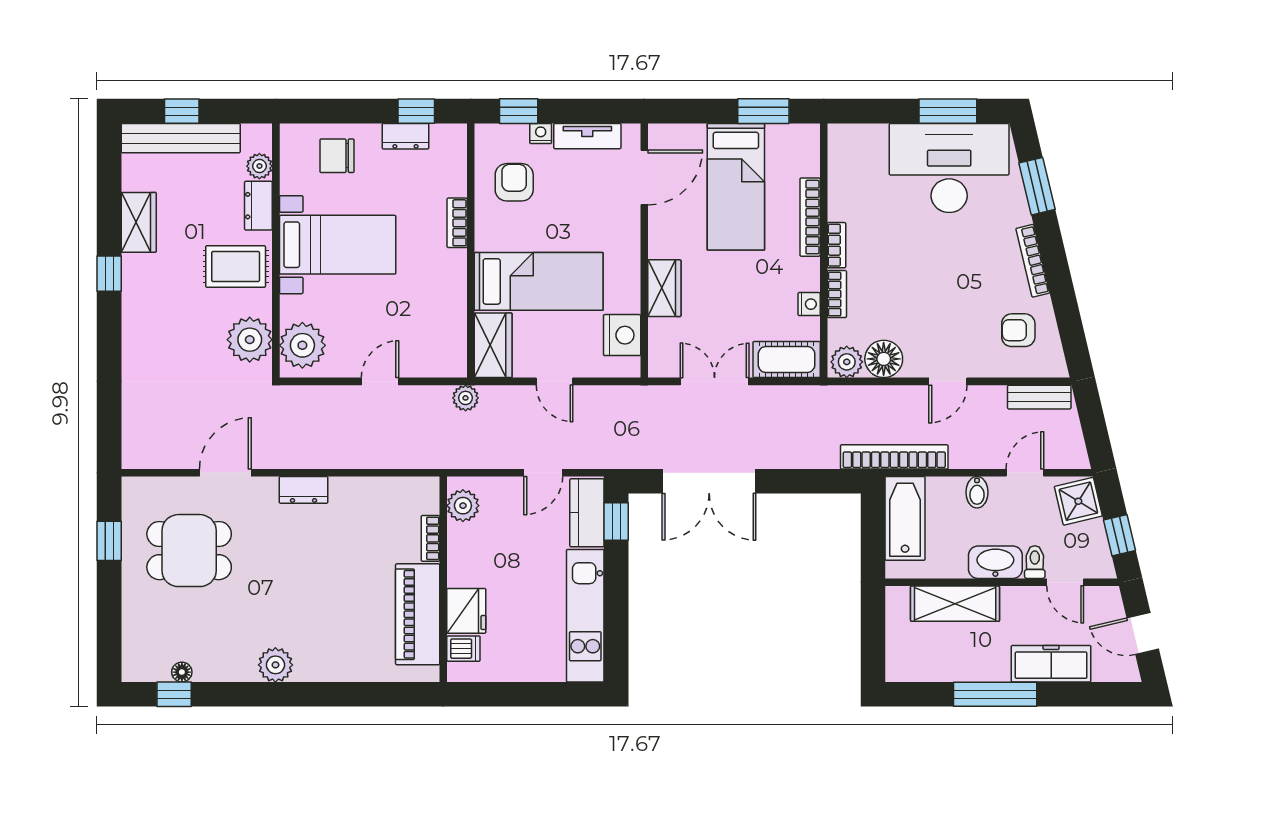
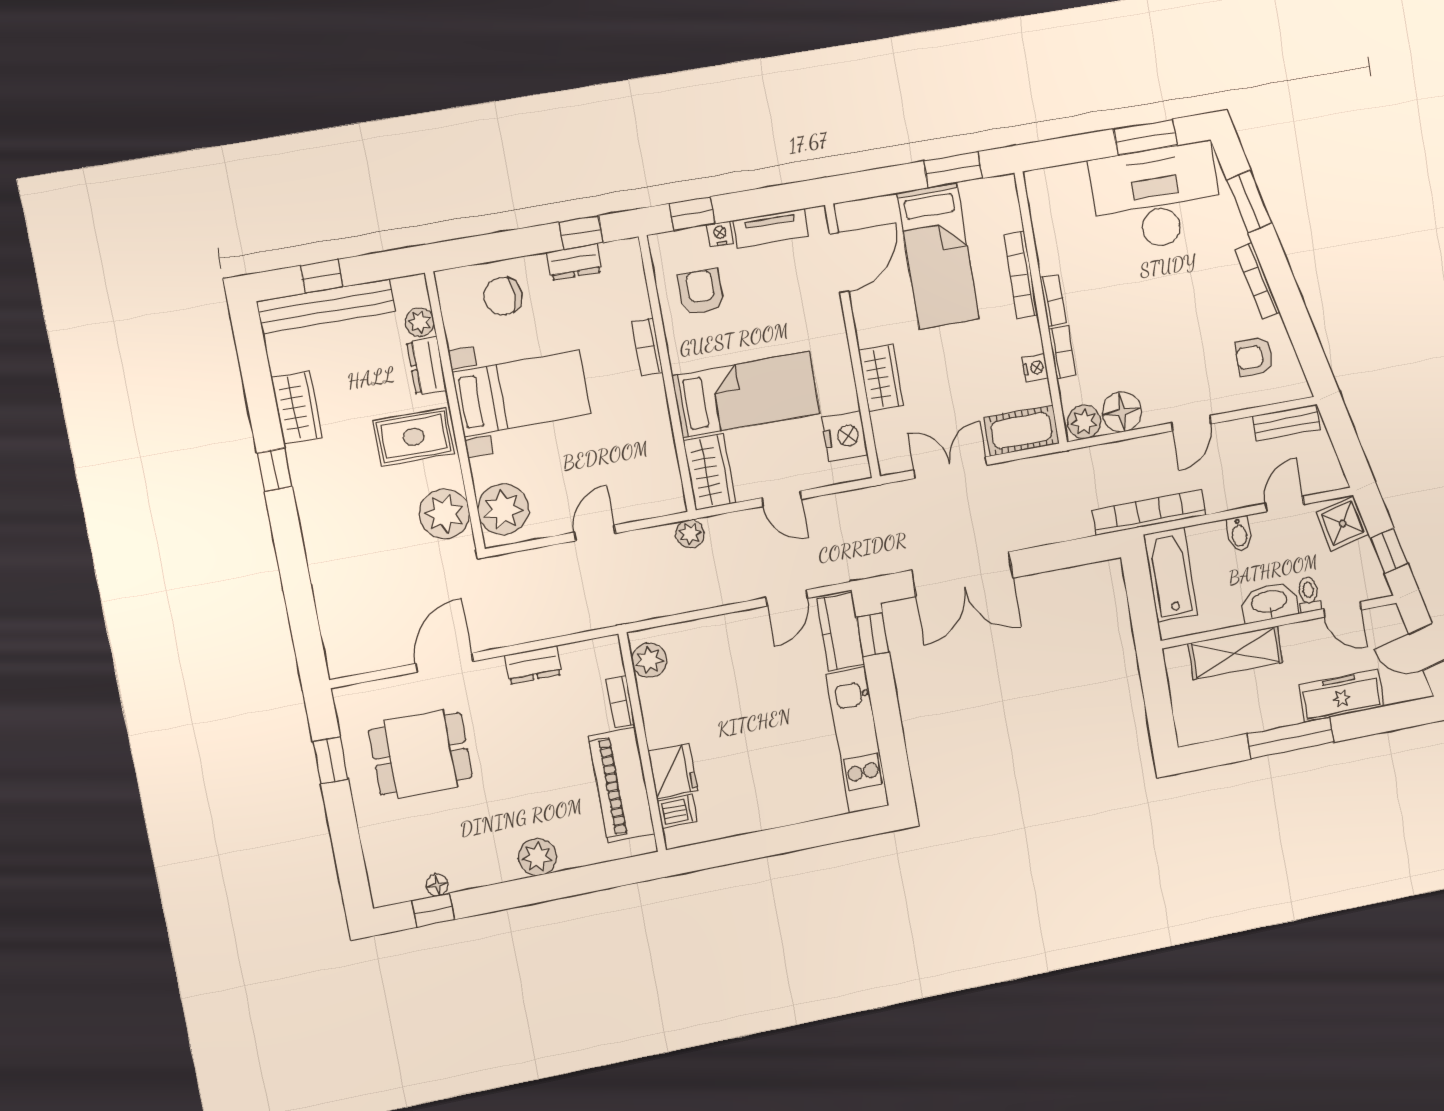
plant: (463, 506) -> (649, 660), moved
bookcase: (430, 538) -> (621, 702), moved
wall: (443, 579) -> (642, 742), moved
fridge: (466, 611) -> (673, 771), moved
piano: (418, 614) -> (622, 785), moved
dishwasher: (463, 649) -> (677, 811), moved

